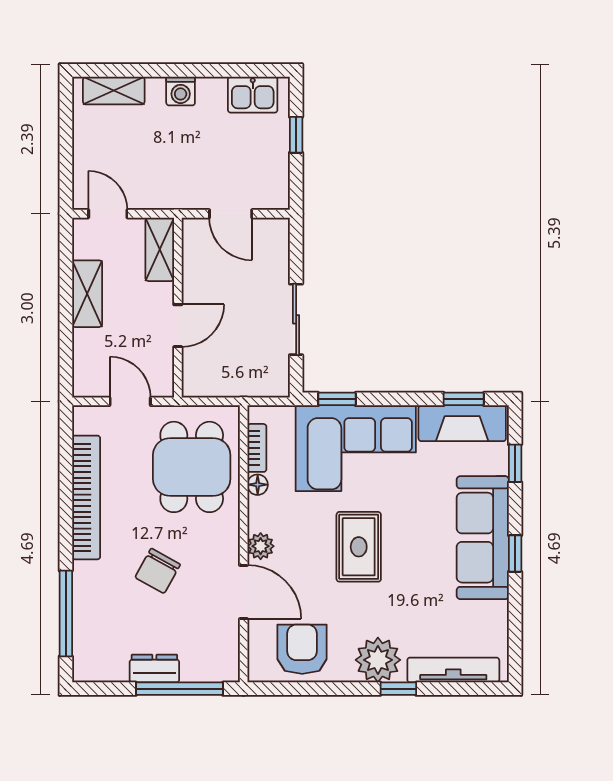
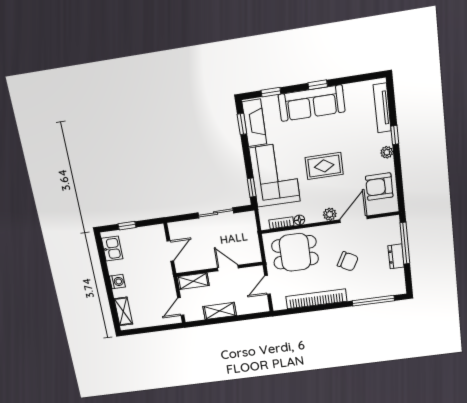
plant: (378, 660) -> (387, 152), width x0.53, depth x0.53

